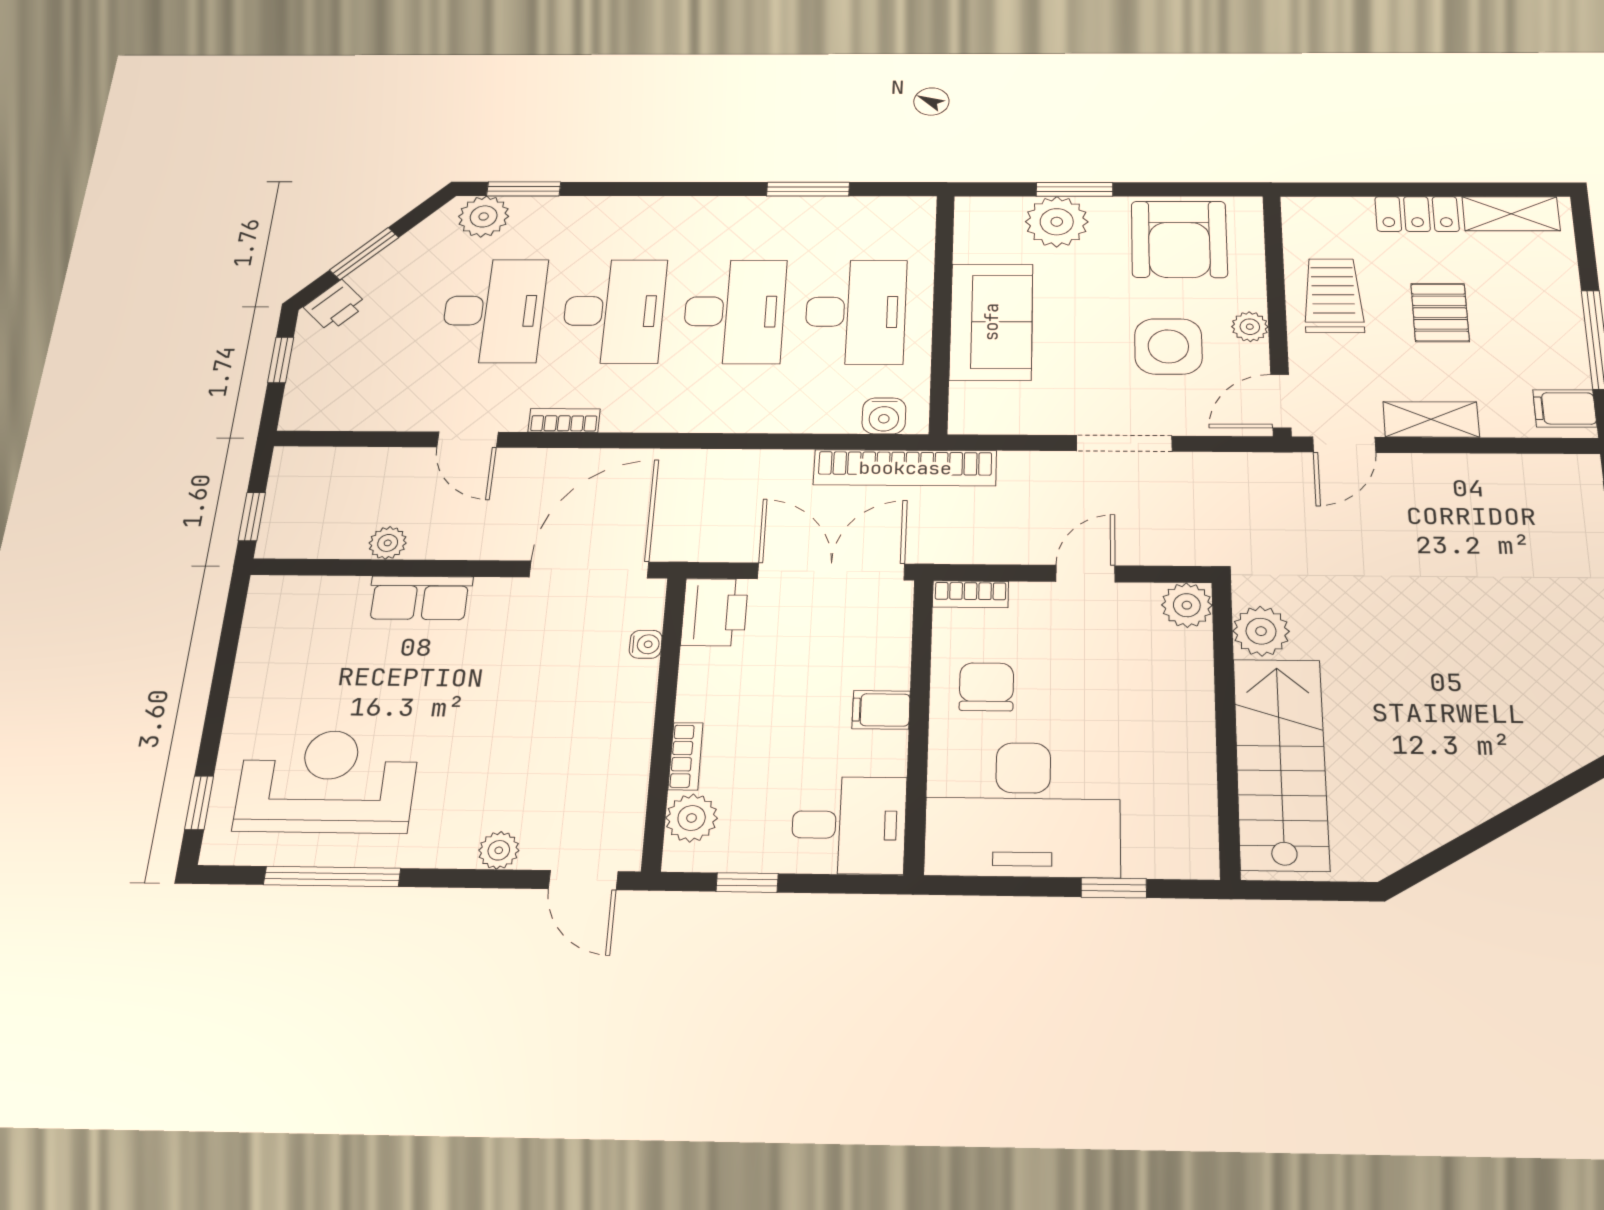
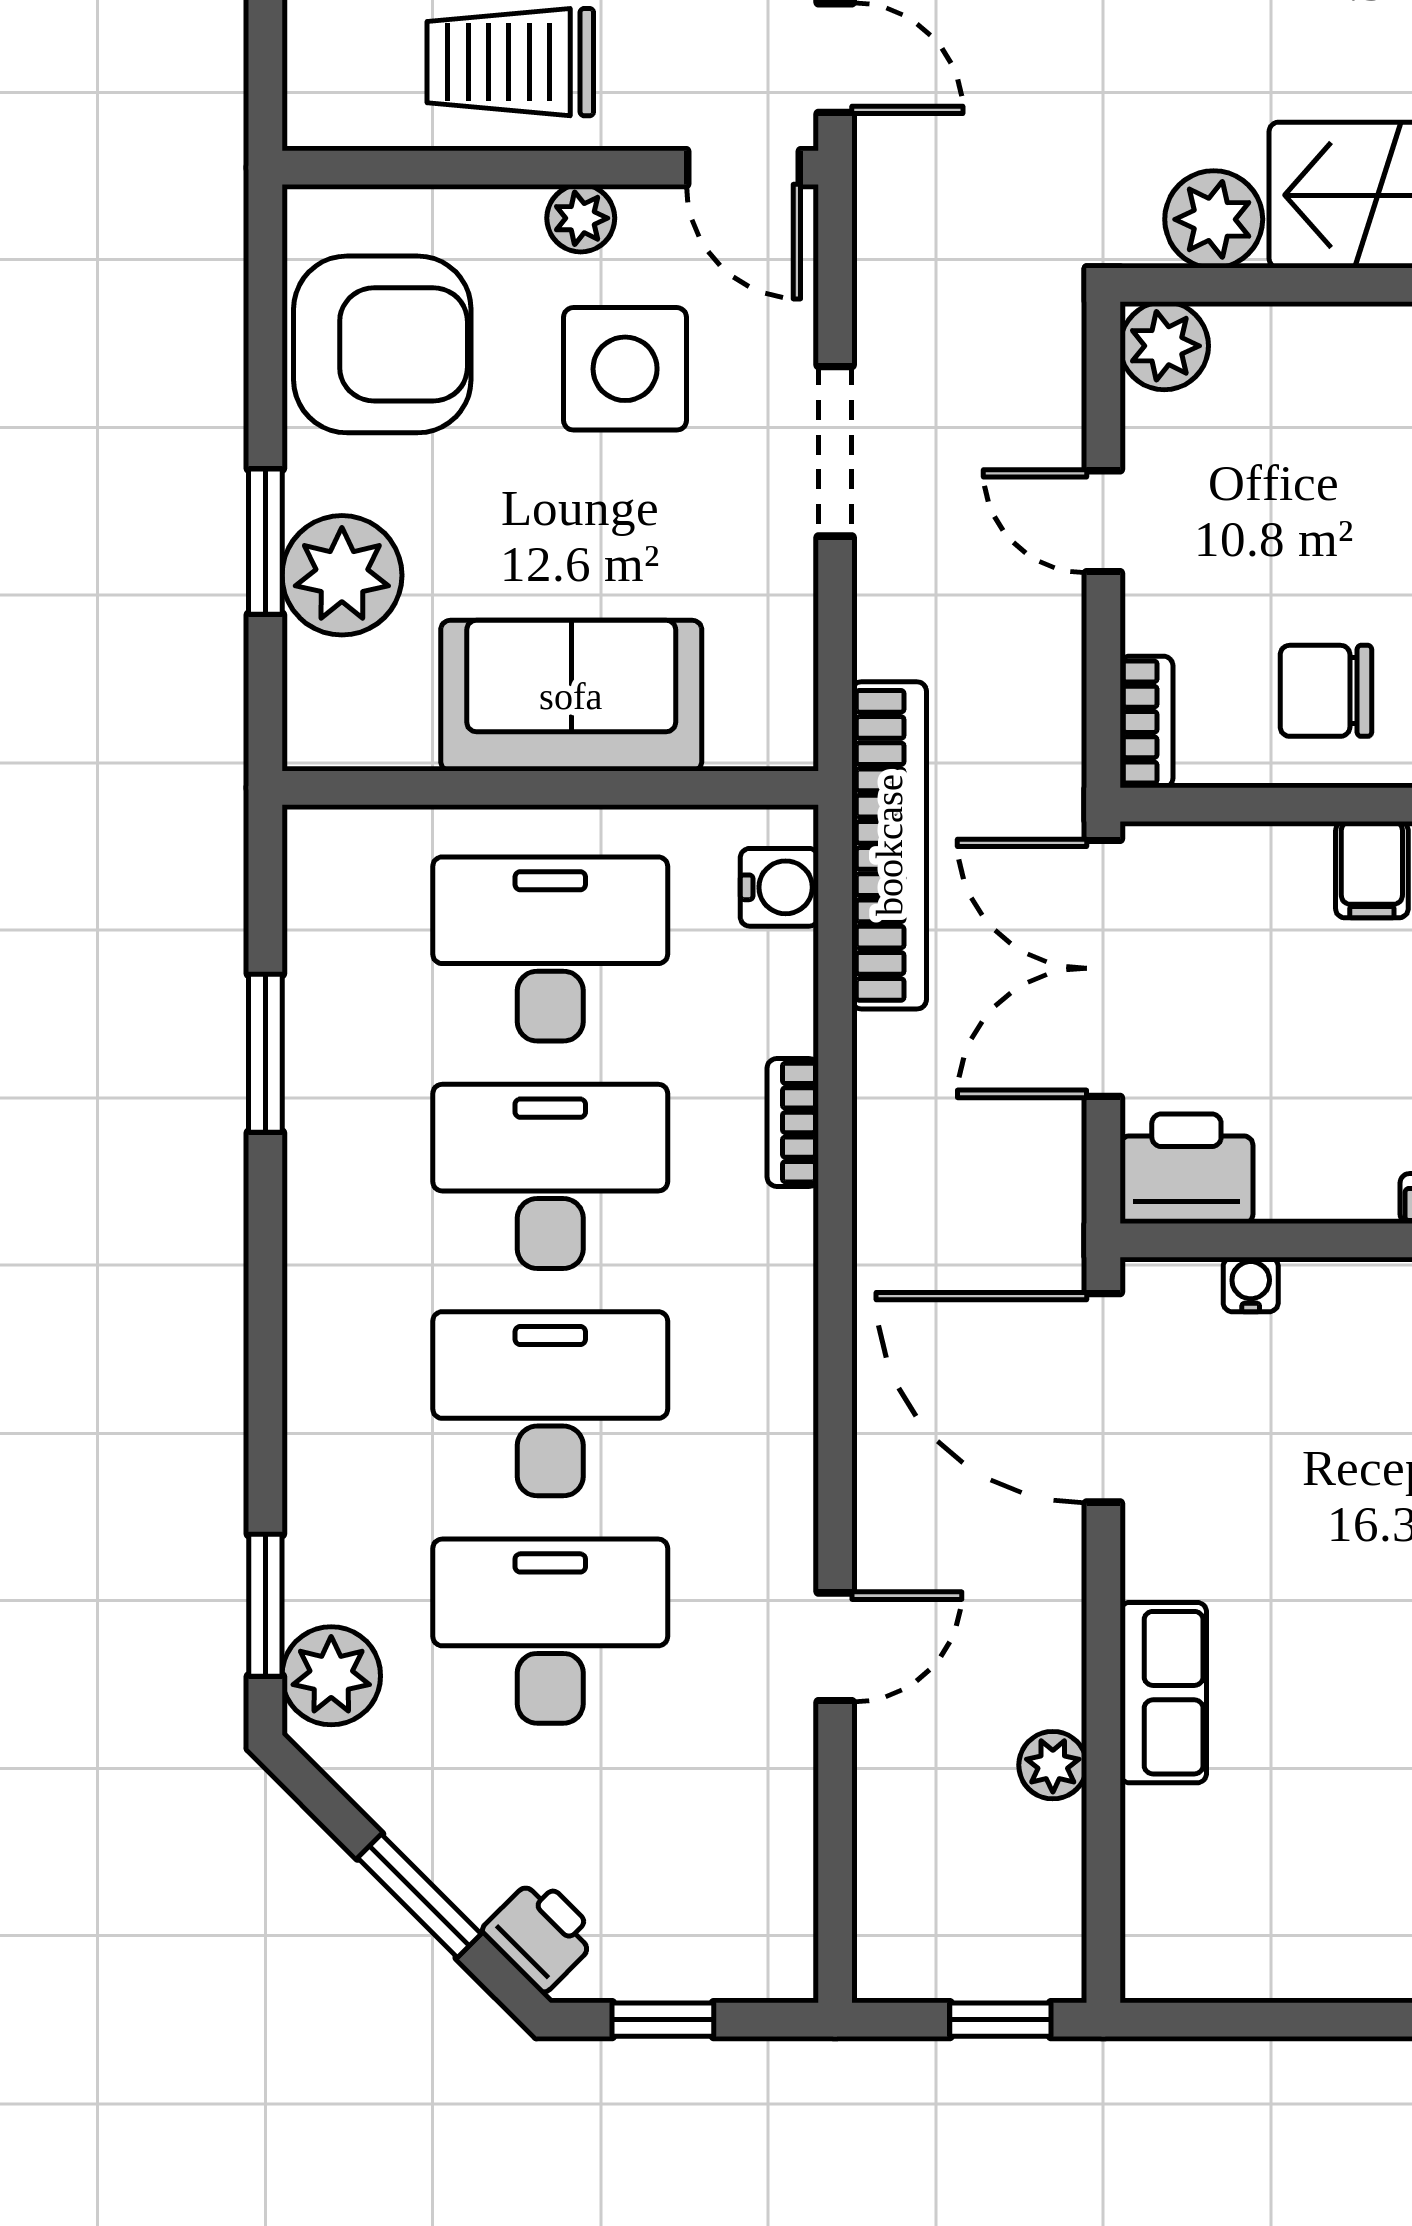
bookcase: (564, 420) -> (793, 1123), moved

